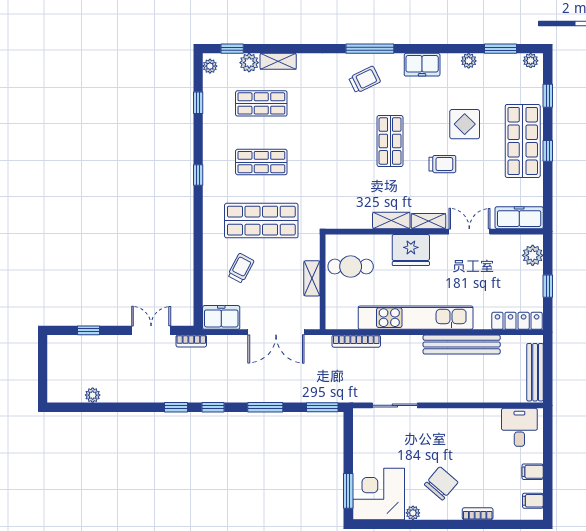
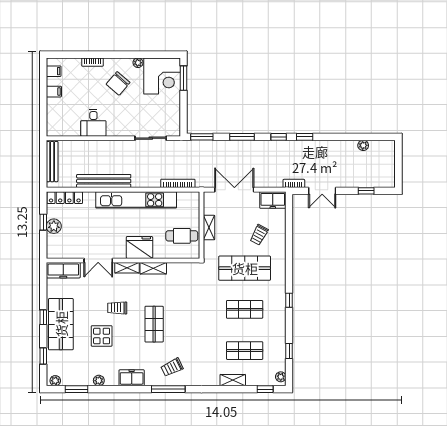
plant: (249, 63) -> (253, 379), removed
plant: (533, 255) -> (54, 226), moved
desk: (519, 427) -> (93, 123), moved

